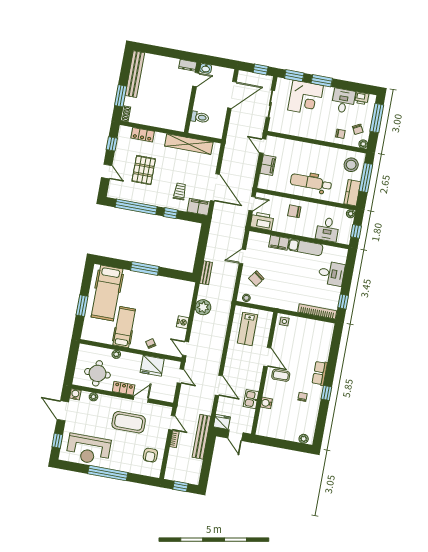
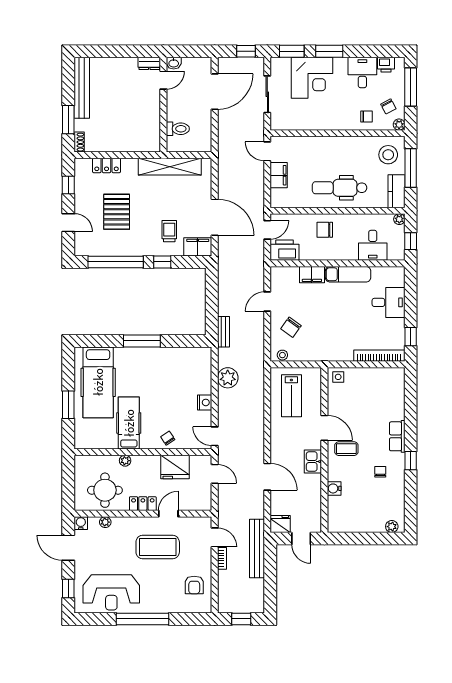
kitchen sink: (251, 399) -> (313, 462), moved

